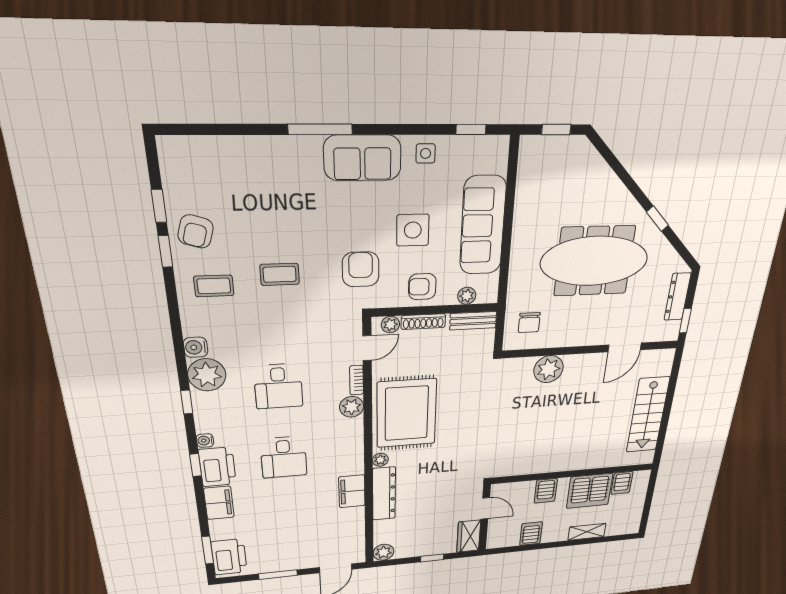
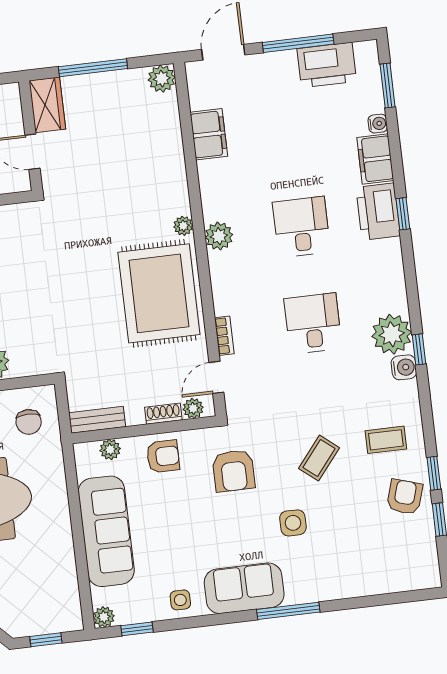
plant: (500, 145) -> (104, 617), added
side table: (413, 230) -> (293, 523), moved, width x0.73, depth x0.73
coffee table: (280, 274) -> (319, 458), turned -51
shoe rack: (423, 322) -> (163, 414), width x0.70
chair: (529, 323) -> (29, 422), turned 180
window: (187, 402) -> (419, 349), moved
plant: (352, 407) -> (219, 236), moved
water cooler: (205, 441) -> (378, 124), moved
filing cabinet: (352, 491) -> (209, 134), moved
dresser: (384, 494) -> (172, 174), removed
printer: (229, 557) -> (327, 65), moved, turned -90
window: (432, 558) -> (93, 68), width x2.17
window: (278, 575) -> (298, 43), width x1.44

